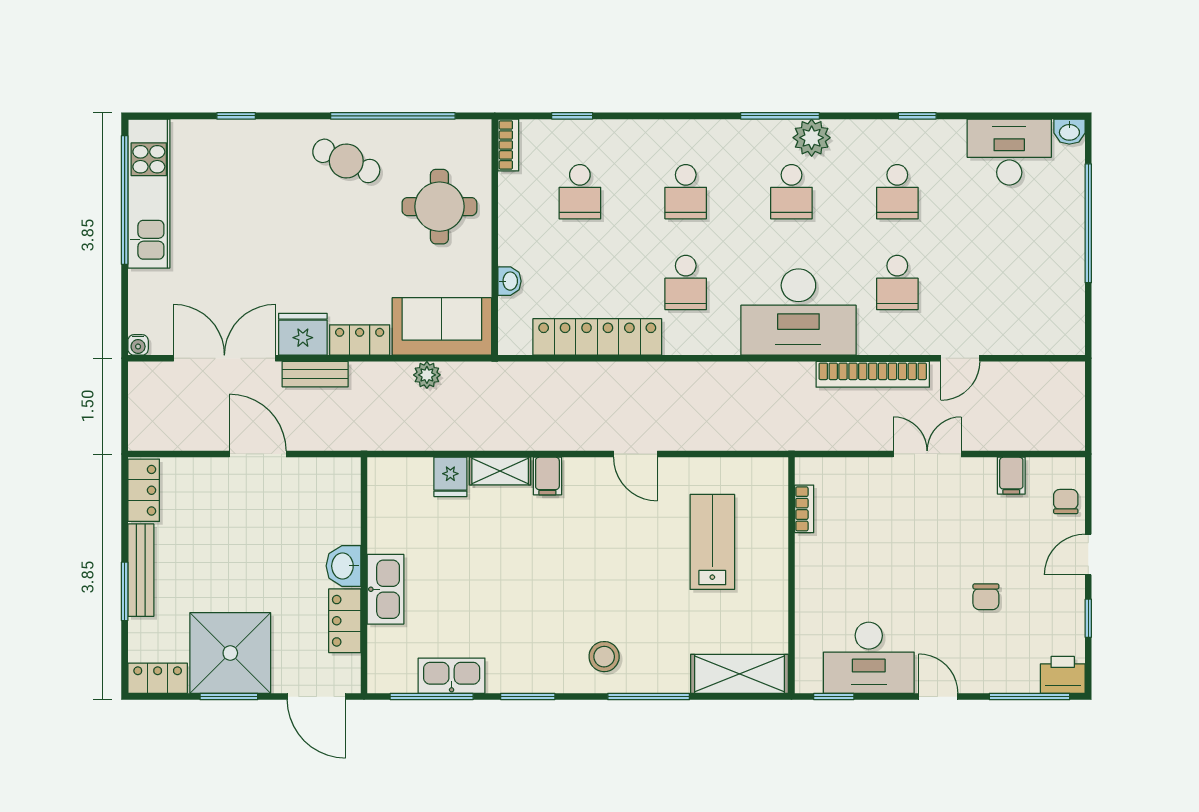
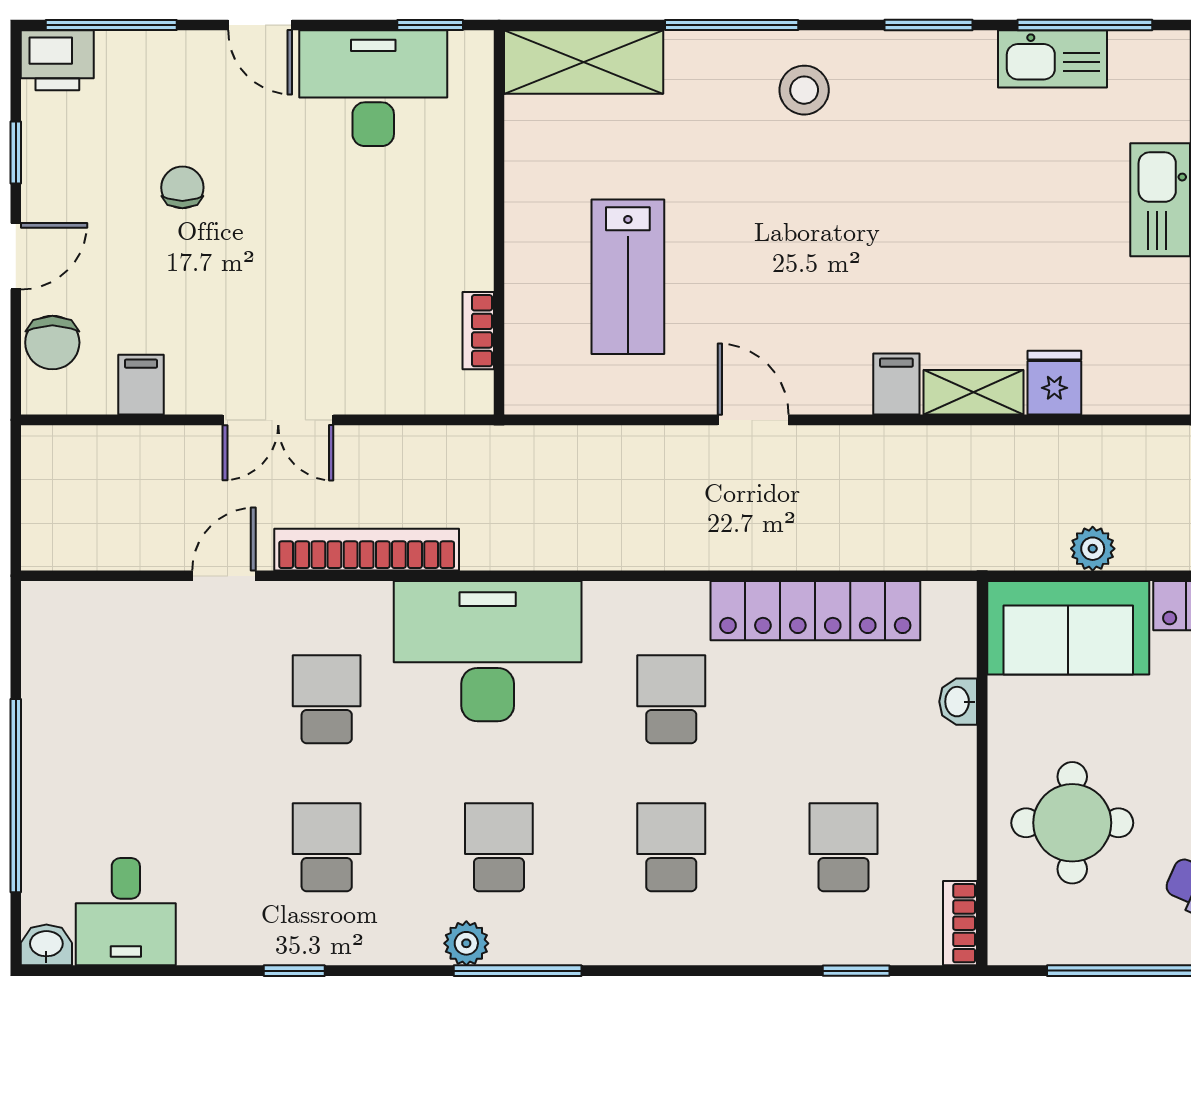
plant: (812, 138) -> (466, 943), width x0.73, depth x0.73
desk: (1009, 152) -> (126, 912), width x0.73
chair: (1066, 502) -> (52, 343), width x1.37, depth x1.37

